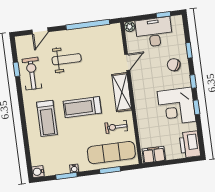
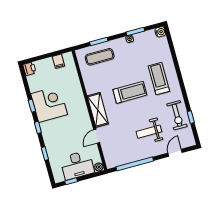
chair: (174, 65) -> (56, 139), removed
exercise bike: (116, 127) -> (98, 79), removed
printer: (190, 144) -> (29, 69), width x0.53, depth x0.68
exercise mat: (111, 153) -> (100, 57), width x0.73, depth x0.69
filing cabinet: (154, 155) -> (58, 61), width x0.50

